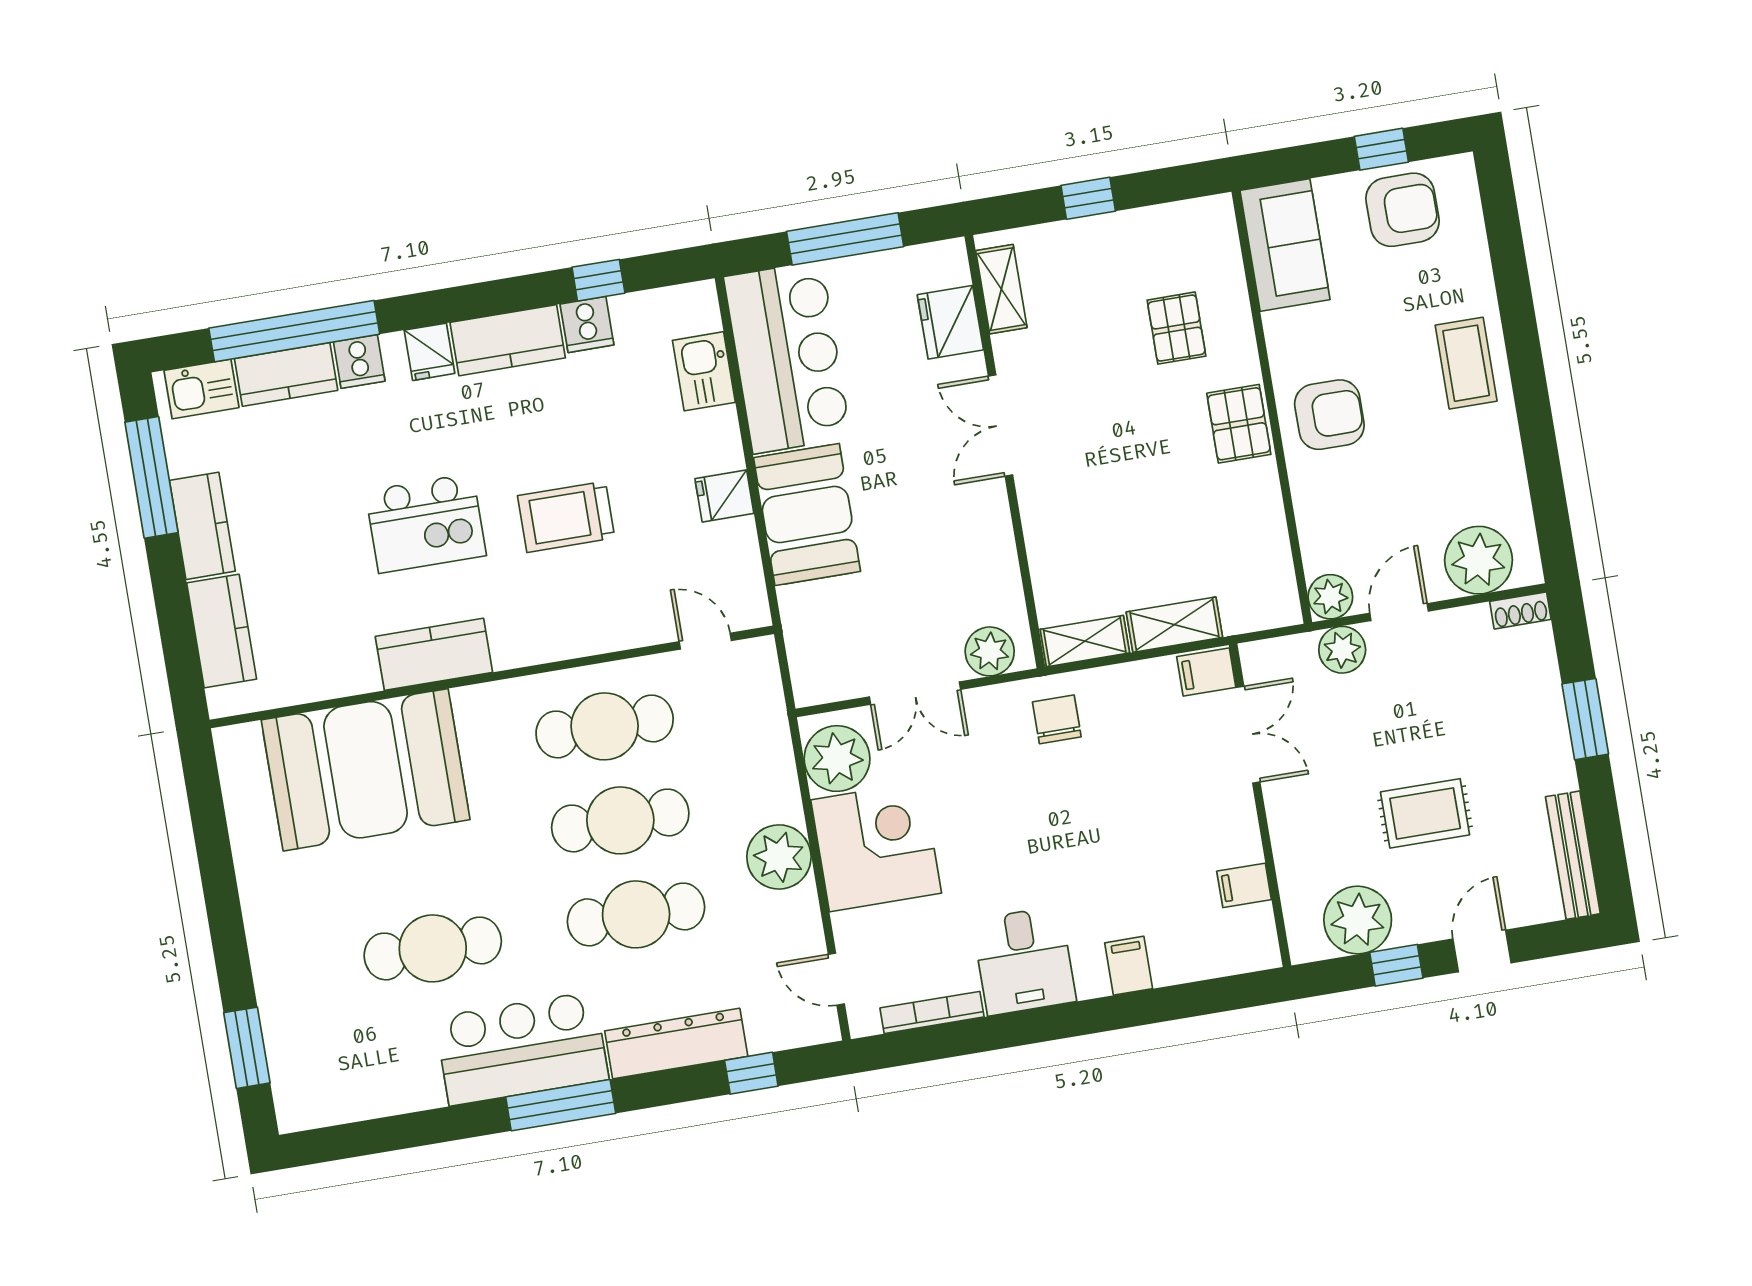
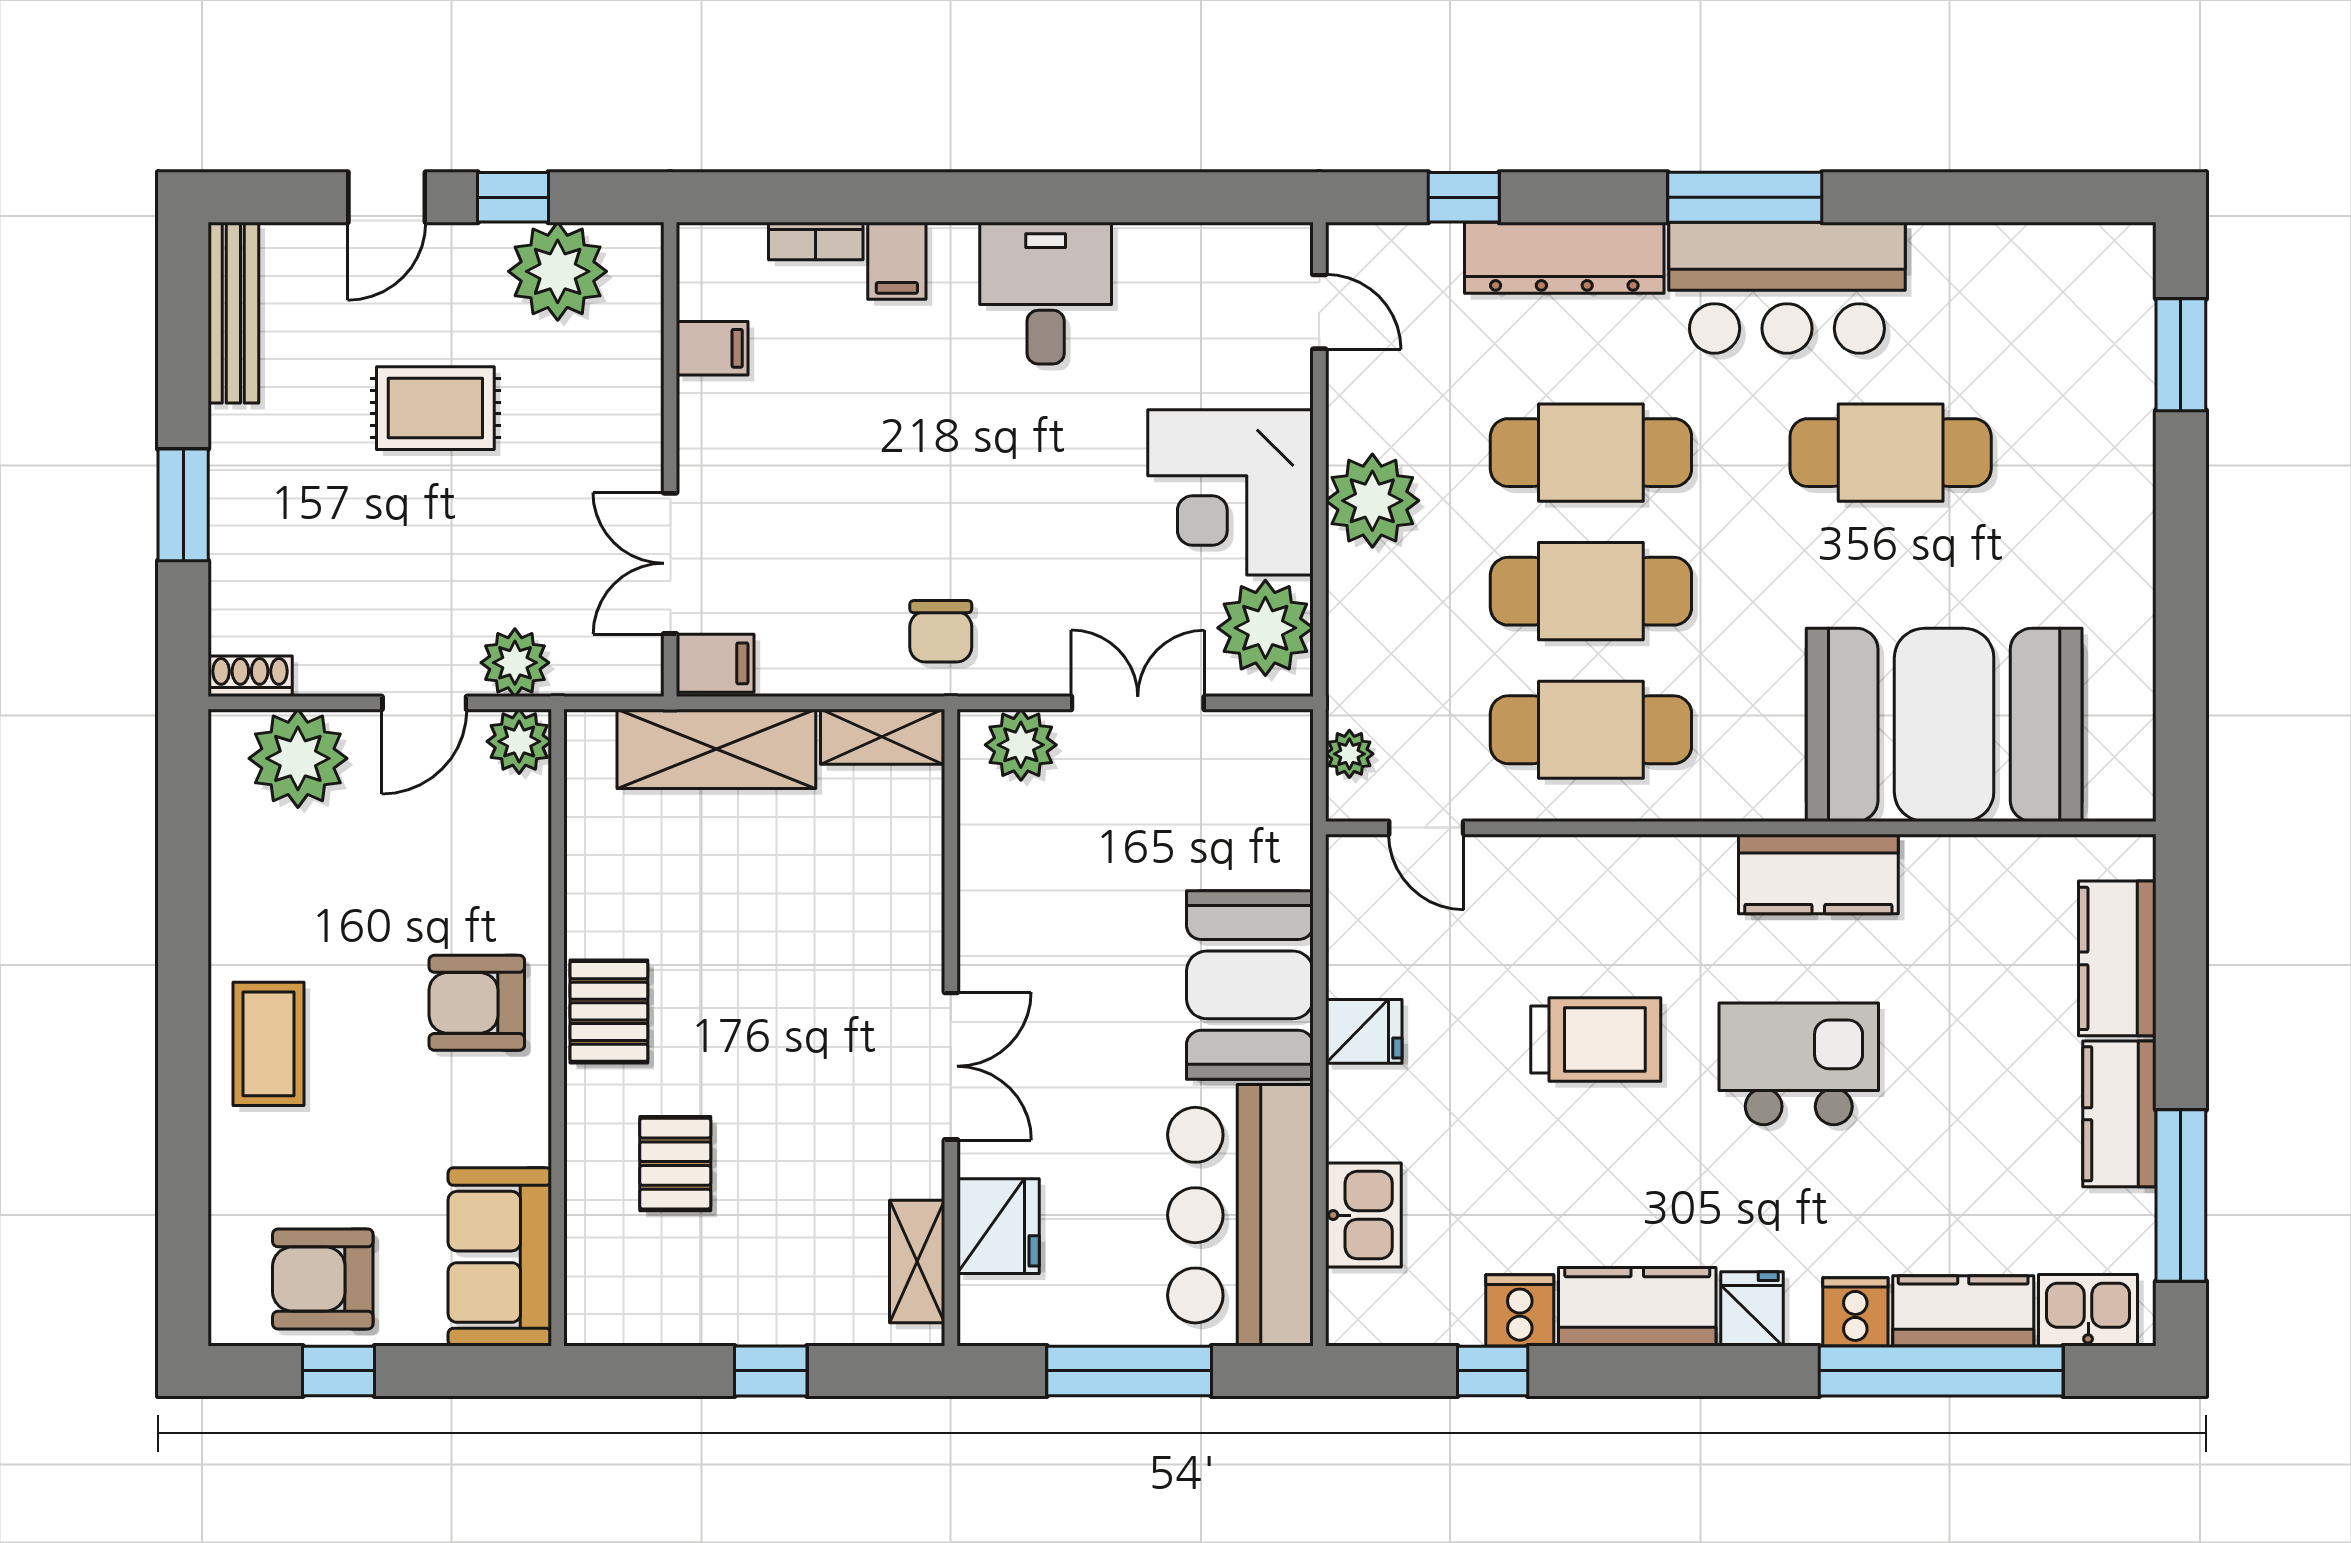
shelving: (1174, 625) -> (716, 749), width x1.50, depth x1.33
plant: (766, 683) -> (1349, 754), added
bookcase: (932, 1012) -> (816, 241), moved, width x0.64

